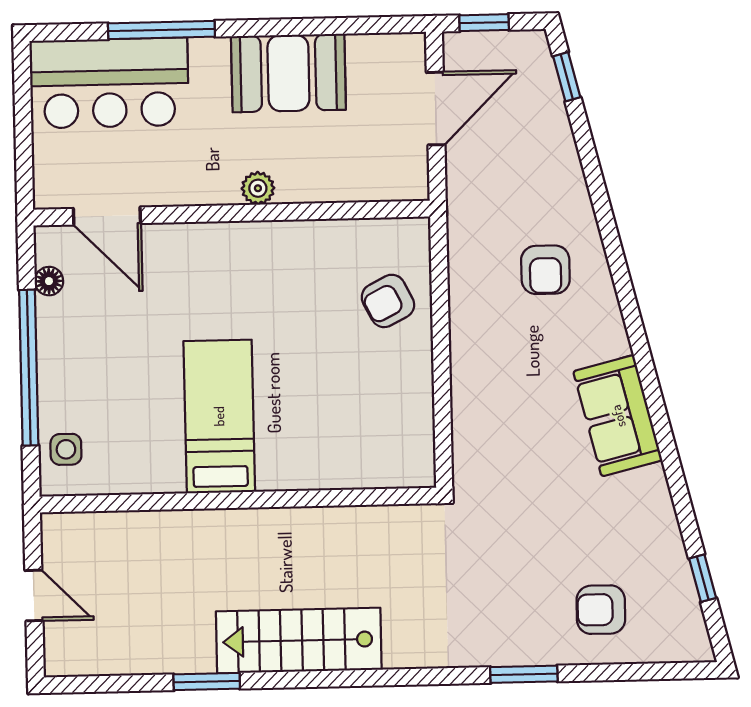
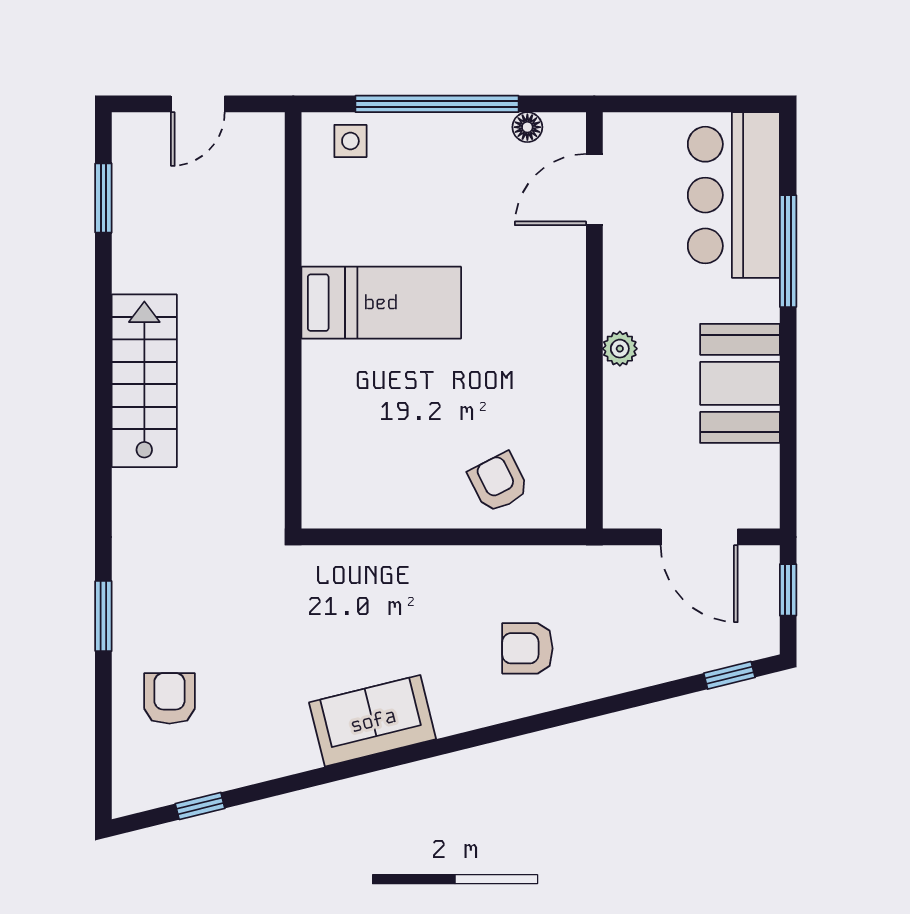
window: (207, 682) -> (103, 198), moved

